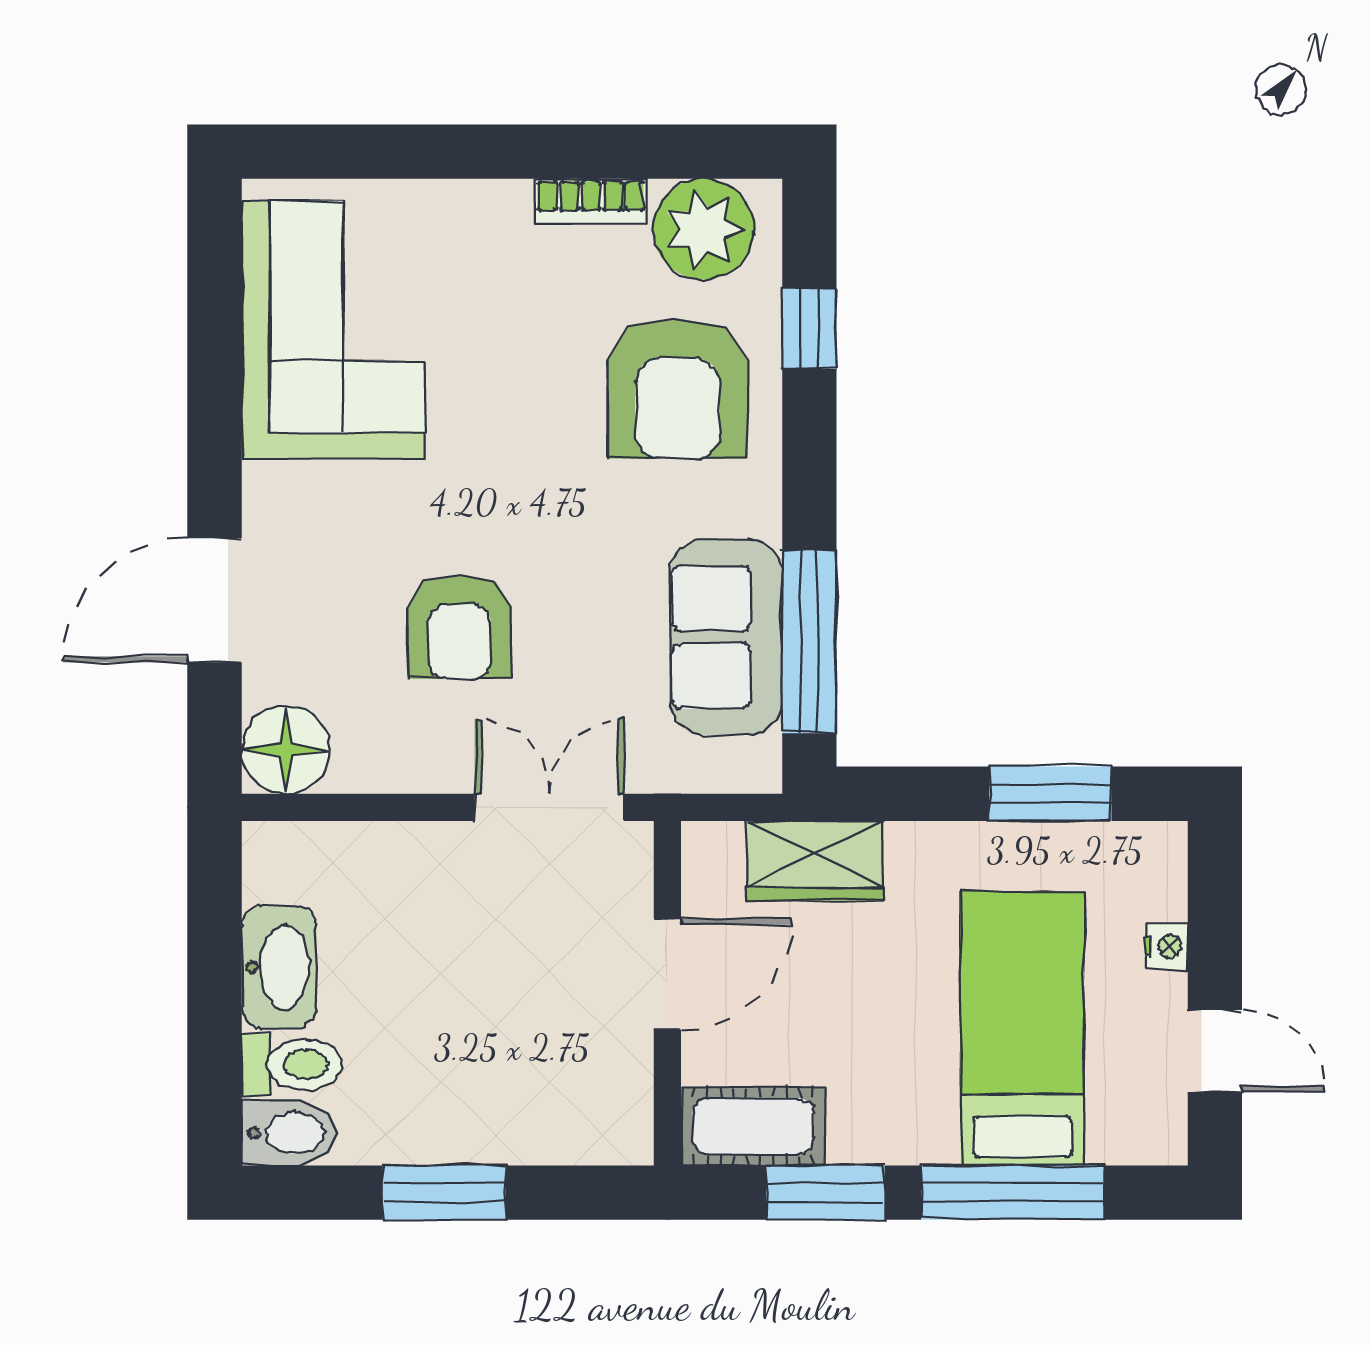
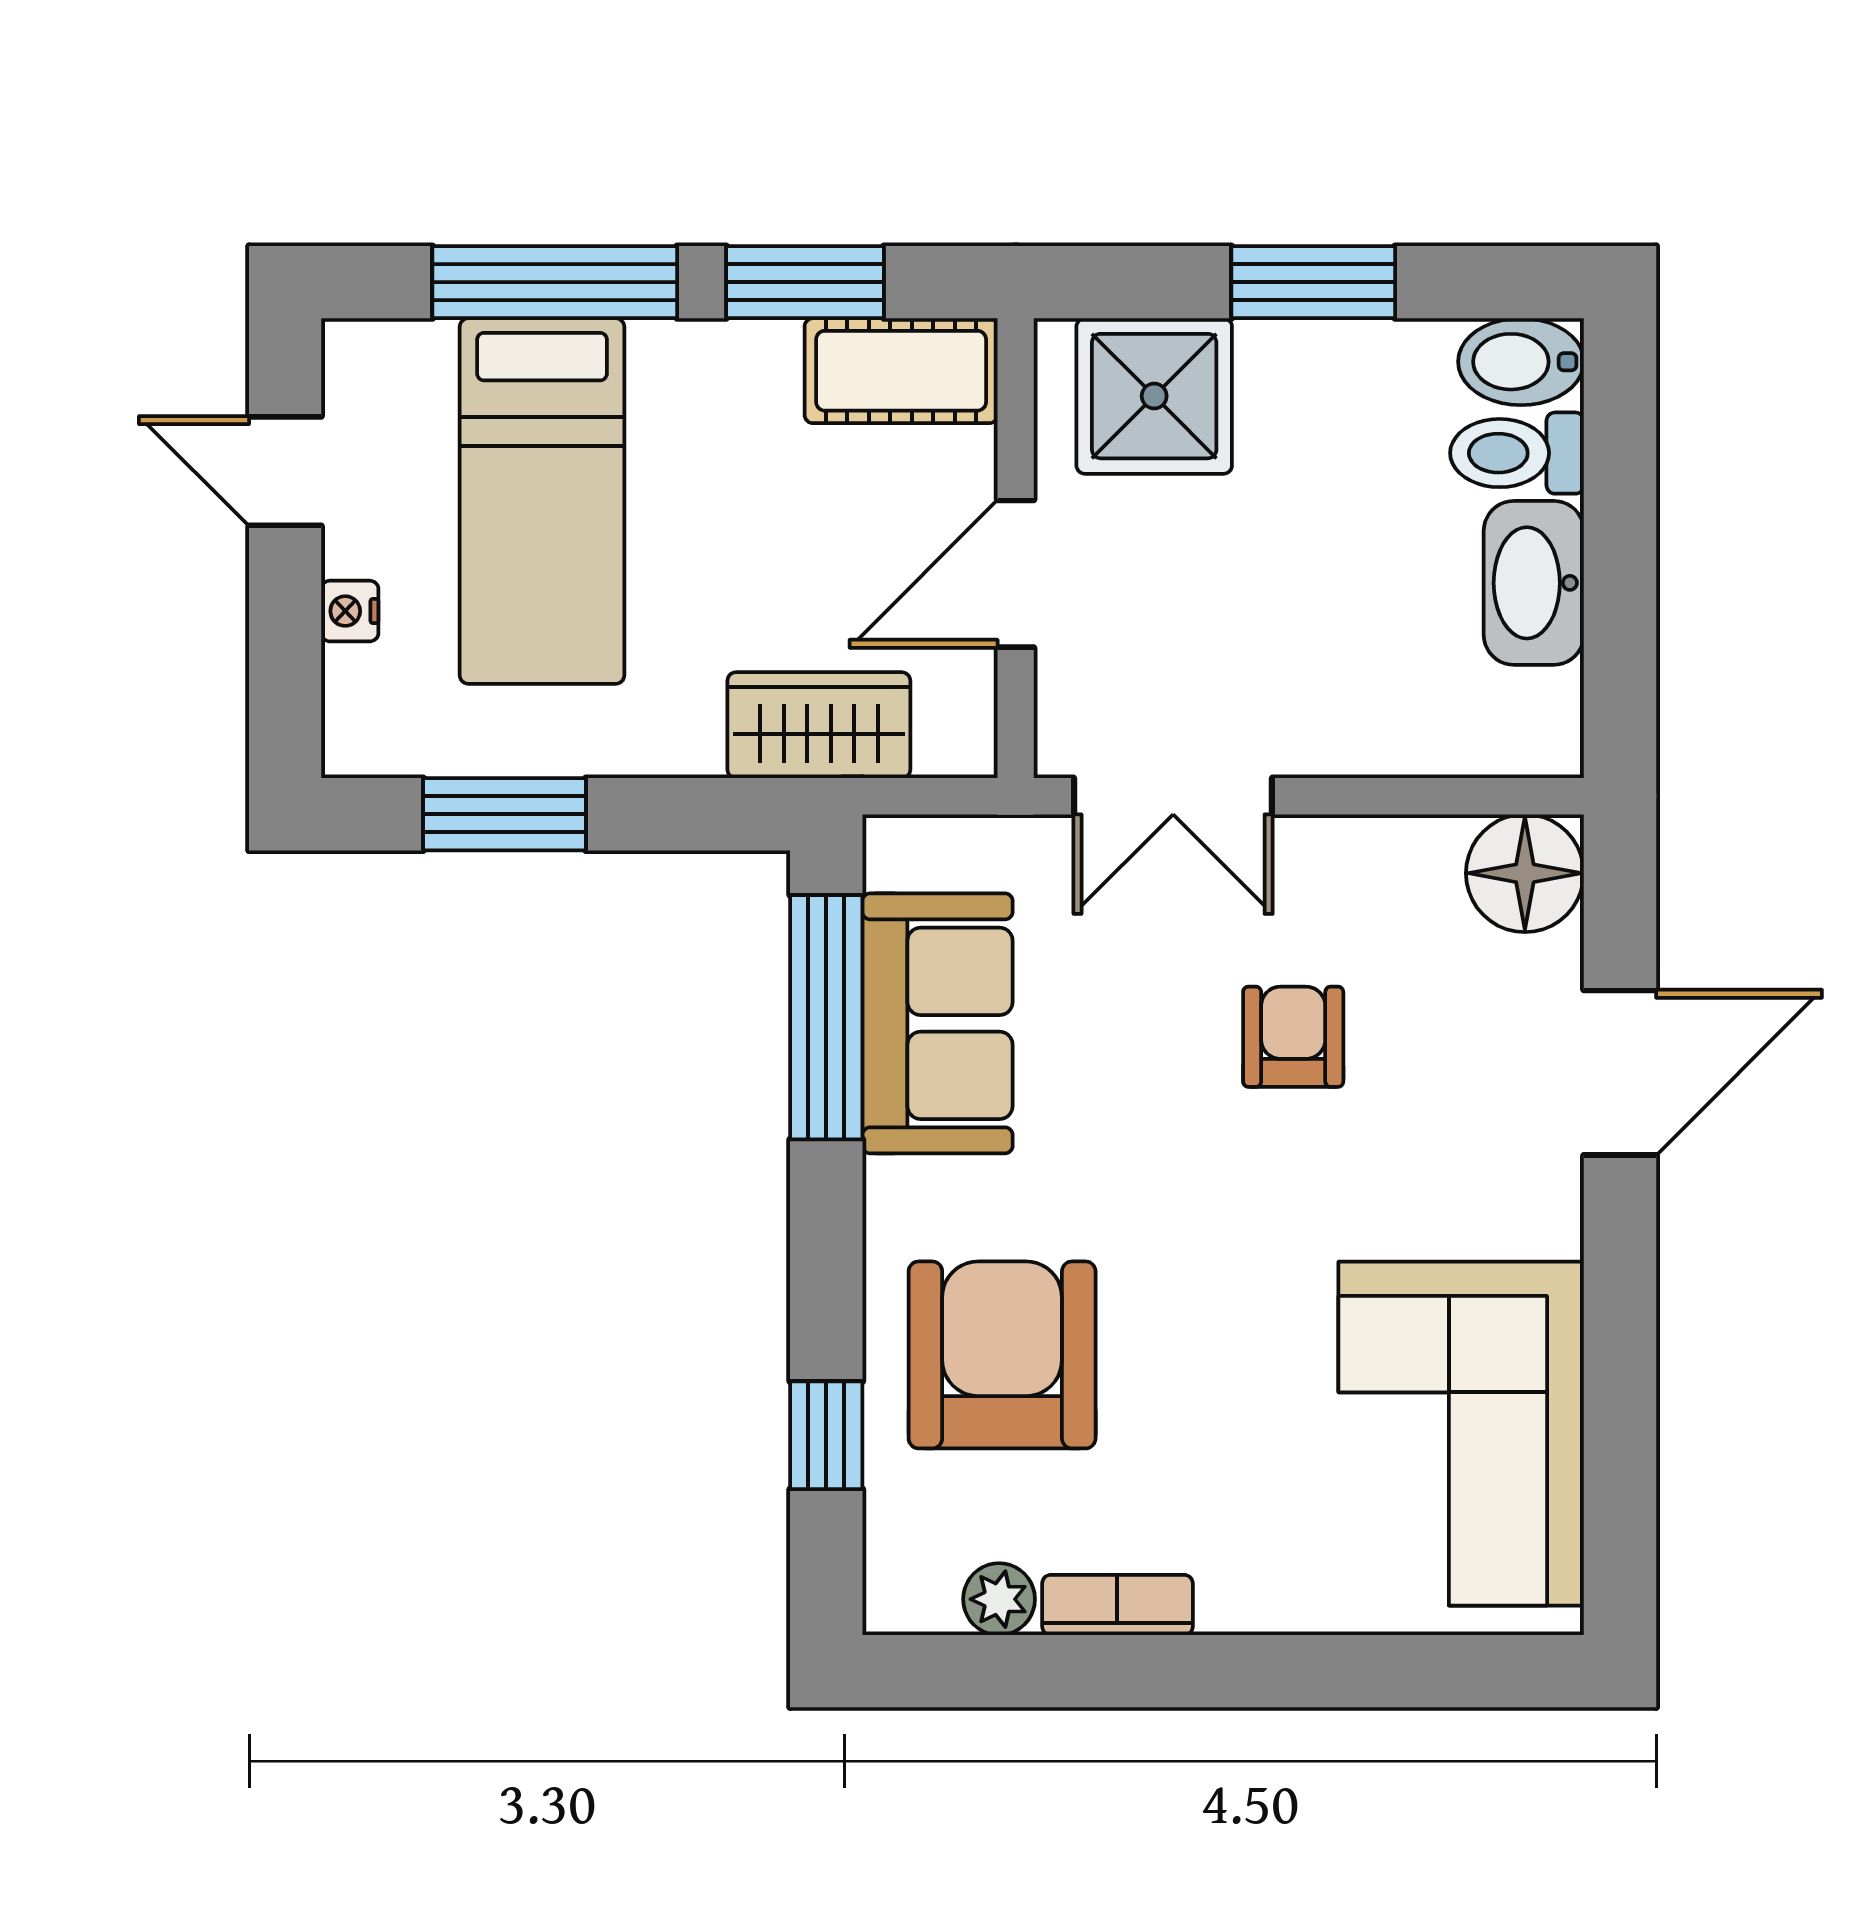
plant: (703, 229) -> (999, 1599), width x0.53, depth x0.53
armchair: (459, 627) -> (1293, 1037), width x0.72, depth x0.72
shower: (564, 1107) -> (1154, 396), added

